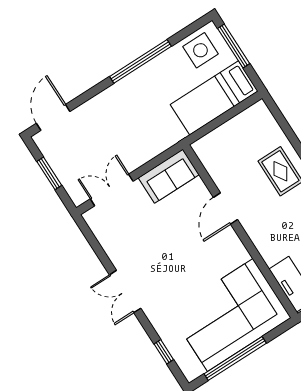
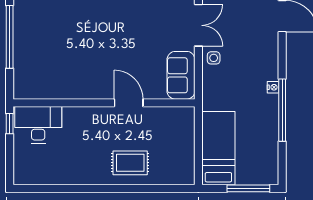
side table: (200, 50) -> (214, 58), moved, width x0.54, depth x0.54
nightstand: (125, 83) -> (273, 87), added
corner sofa: (230, 315) -> (45, 54), removed

